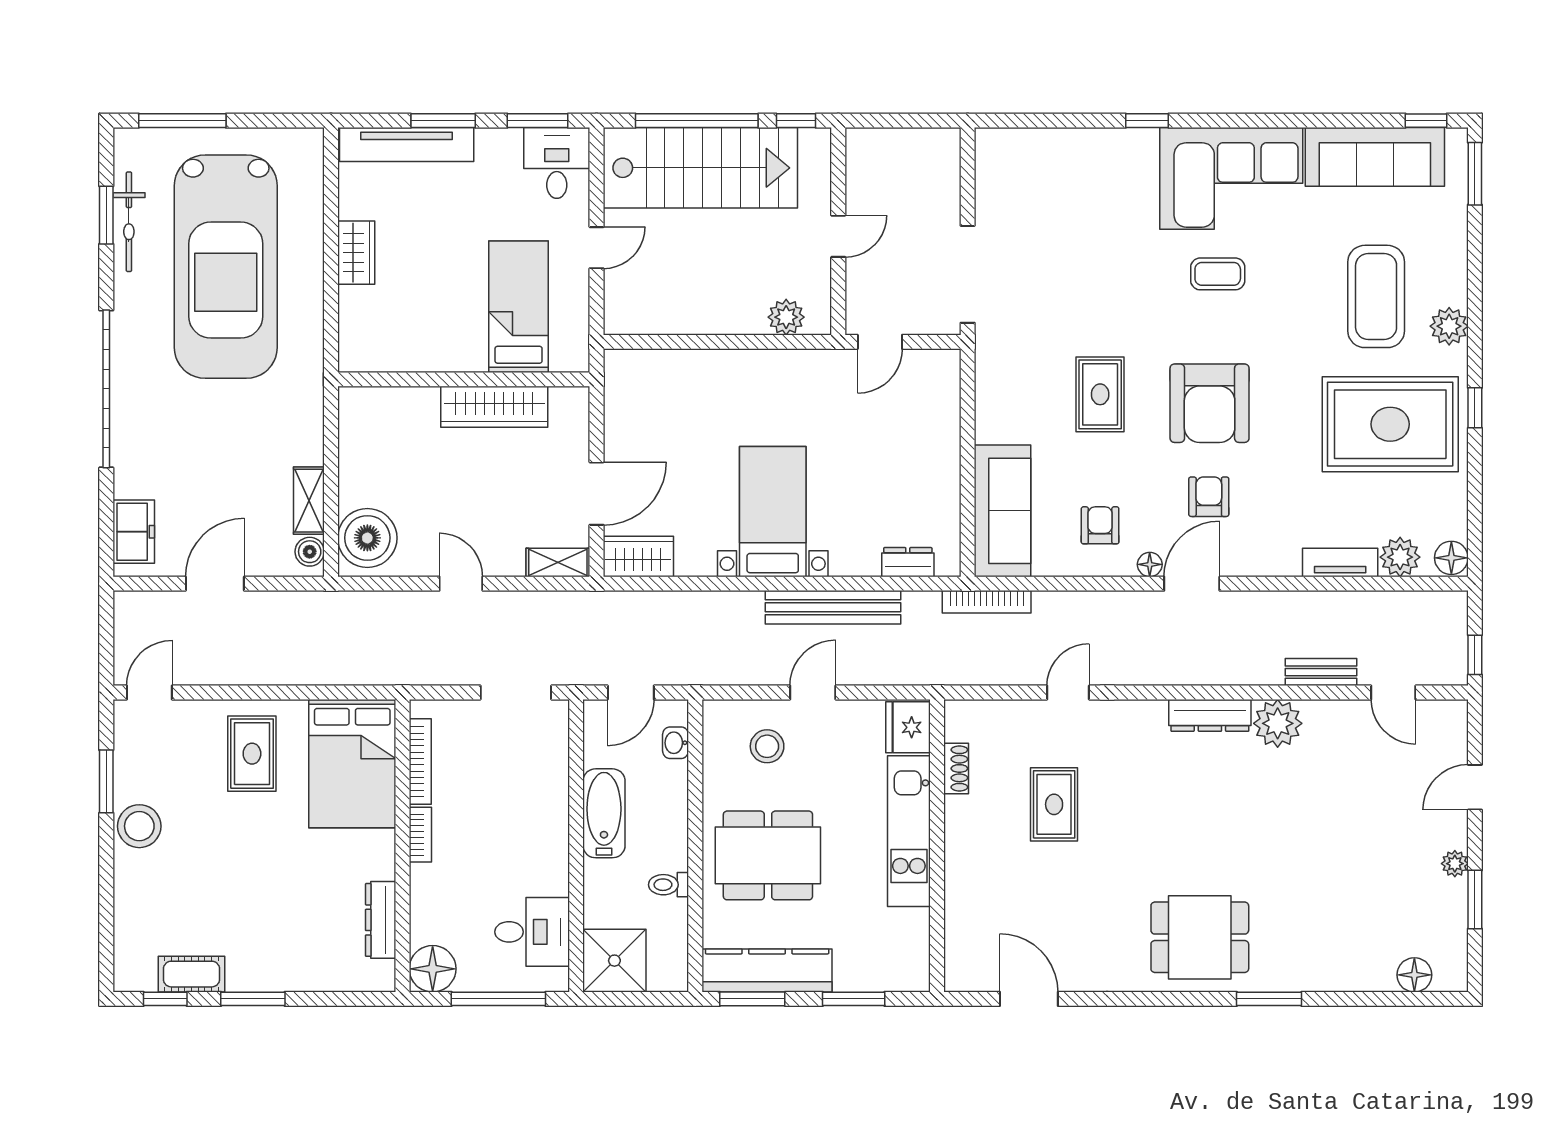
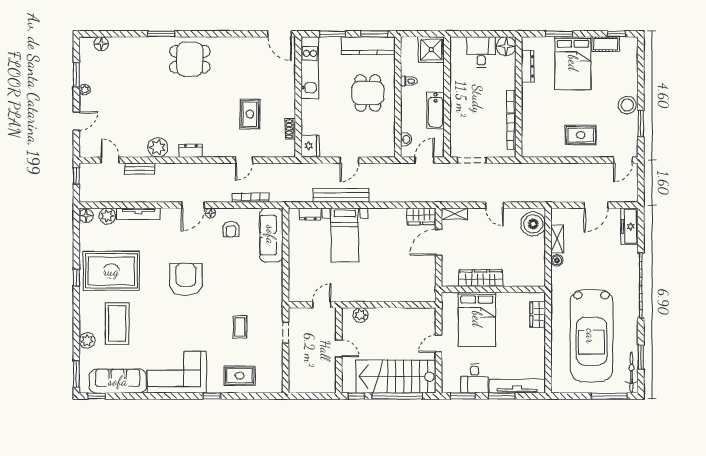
desk: (557, 163) -> (475, 379), moved
bicycle: (129, 222) -> (631, 373), moved
door: (838, 236) -> (339, 348), swing flipped
wardrobe: (356, 253) -> (538, 315), moved
car: (226, 267) -> (591, 336), turned 180
doorway: (968, 274) -> (286, 333), width x0.53
coffee table: (1218, 274) -> (240, 327), moved, turned 90
bed: (519, 307) -> (477, 319), width x1.50
plant: (1449, 326) -> (87, 340), moved
rug: (1100, 394) -> (240, 376), moved, turned 90
armchair: (1209, 497) -> (186, 241), removed
bed with nightstands: (773, 512) -> (345, 235), moved
freezer: (134, 532) -> (629, 226), width x1.40
boiler: (310, 552) -> (557, 260), moved
tv unit: (1340, 562) -> (138, 214), width x1.41
bookcase: (987, 602) -> (251, 198), moved
dresser: (1210, 715) -> (191, 151), width x0.70
stool: (767, 746) -> (368, 138), removed
rug: (252, 754) -> (581, 135), turned 90
bed: (352, 764) -> (573, 63), moved, turned 180
kitchen unit: (909, 831) -> (310, 68), moved
dining table: (768, 855) -> (368, 93), width x0.73
desk: (532, 932) -> (481, 52), moved, turned 90
window: (253, 999) -> (559, 34), moved
window: (498, 999) -> (479, 34), removed
door: (1029, 999) -> (280, 34), moved

